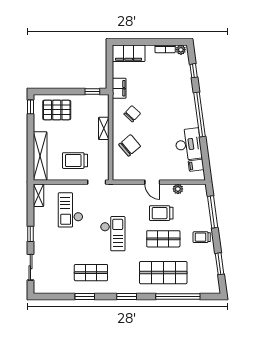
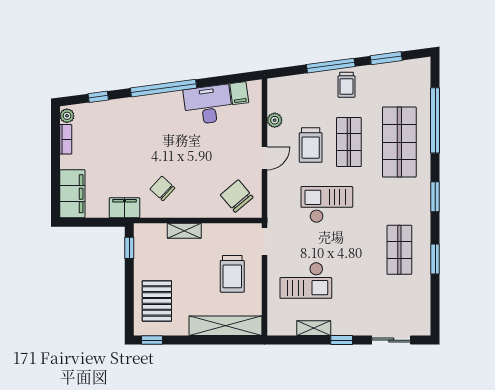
chair: (130, 145) -> (237, 196), moved
shelving: (39, 195) -> (314, 328), moved
window: (213, 212) -> (331, 66), moved
checkout: (113, 234) -> (327, 205), moved

